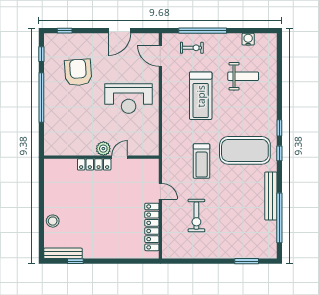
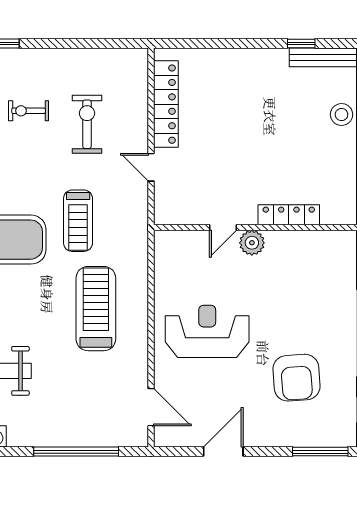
window: (65, 31) -> (320, 452), width x2.17
exercise bike: (192, 48) -> (29, 111), moved
treadmill: (201, 96) -> (96, 309), moved
treadmill: (202, 161) -> (78, 221), turned 180
locker: (94, 164) -> (289, 215), moved

